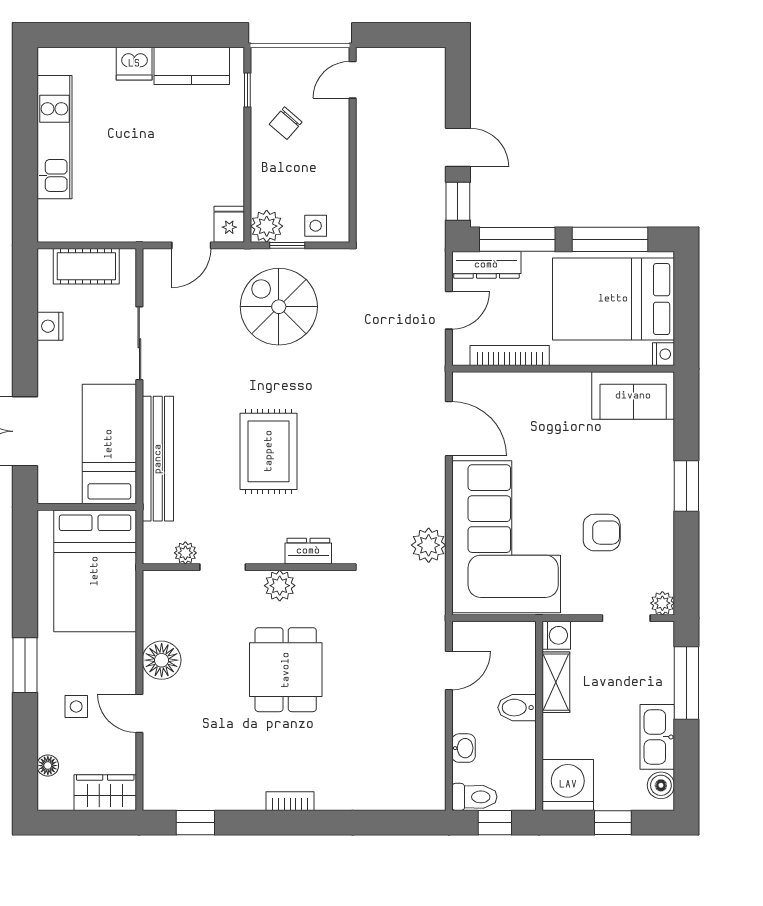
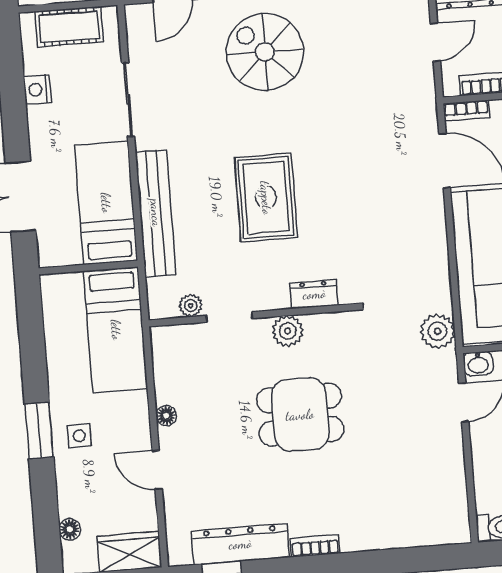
bookcase: (474, 381) -> (466, 111), added
plant: (429, 545) -> (438, 331), moved
bed: (95, 571) -> (116, 330), width x0.67
floor lamp: (162, 660) -> (166, 416), width x0.53, depth x0.53
dining table: (286, 670) -> (300, 415), turned 90
side table: (76, 706) -> (79, 436), moved
washbasin: (464, 748) -> (478, 364), moved, turned 90
dresser: (216, 794) -> (240, 544), added

